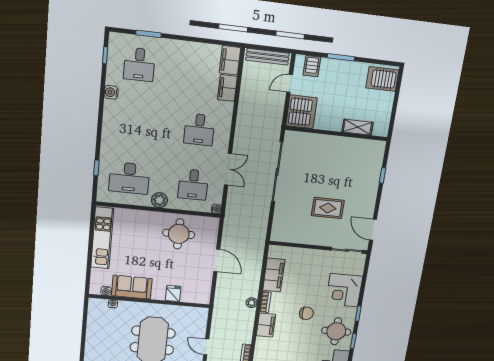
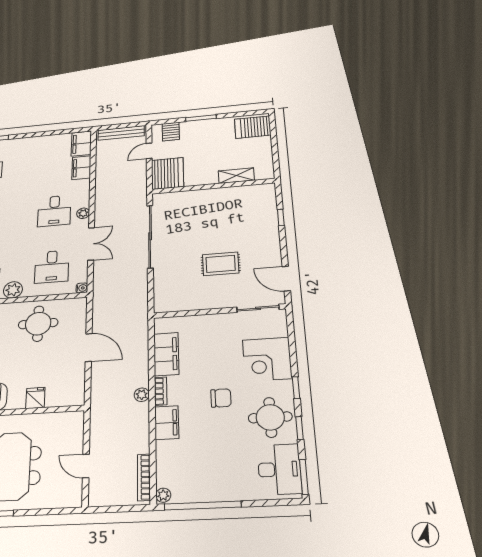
plant: (224, 137) -> (83, 213), added

